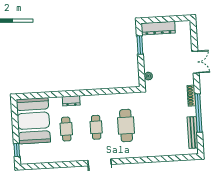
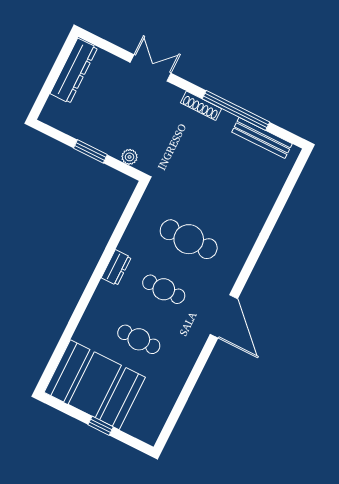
dresser: (158, 28) -> (74, 71), moved
window: (140, 45) -> (90, 151), moved
dresser: (71, 101) -> (116, 268), moved
window: (17, 150) -> (101, 426), moved

